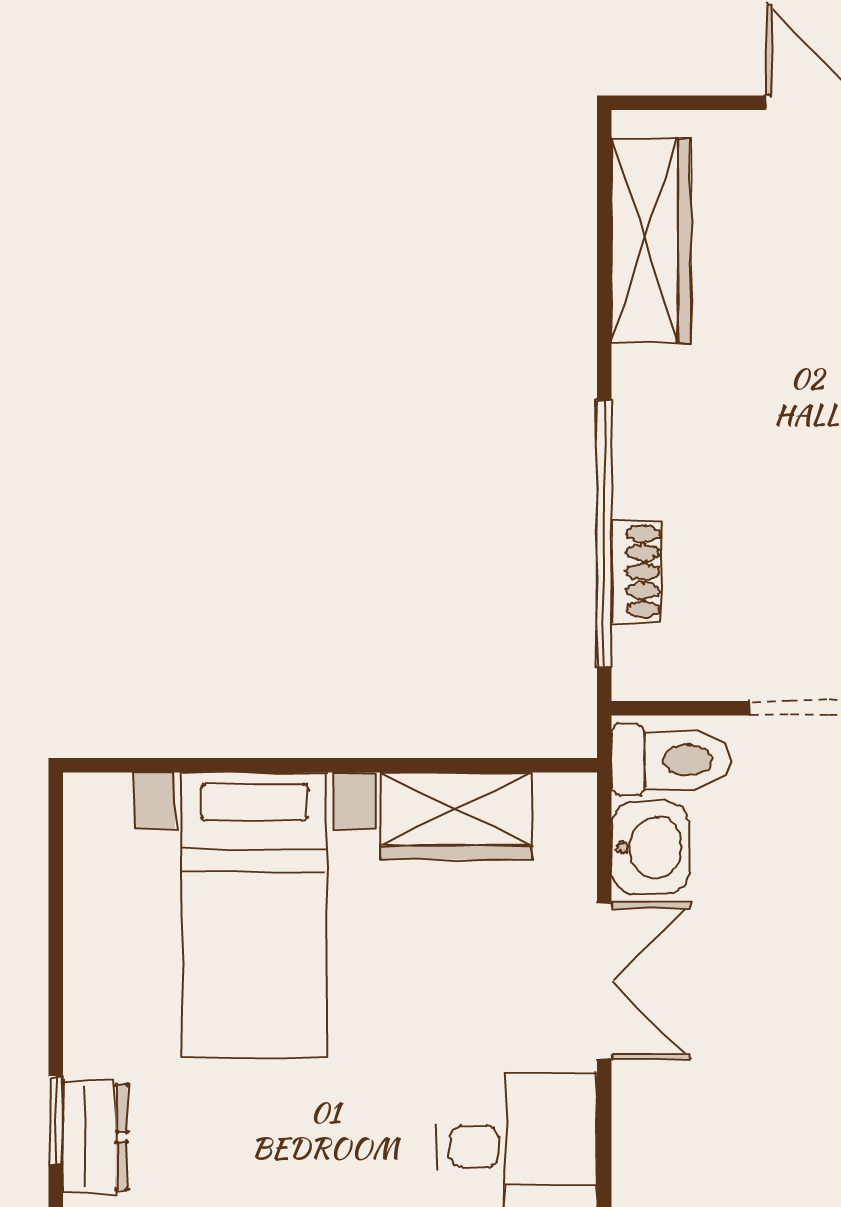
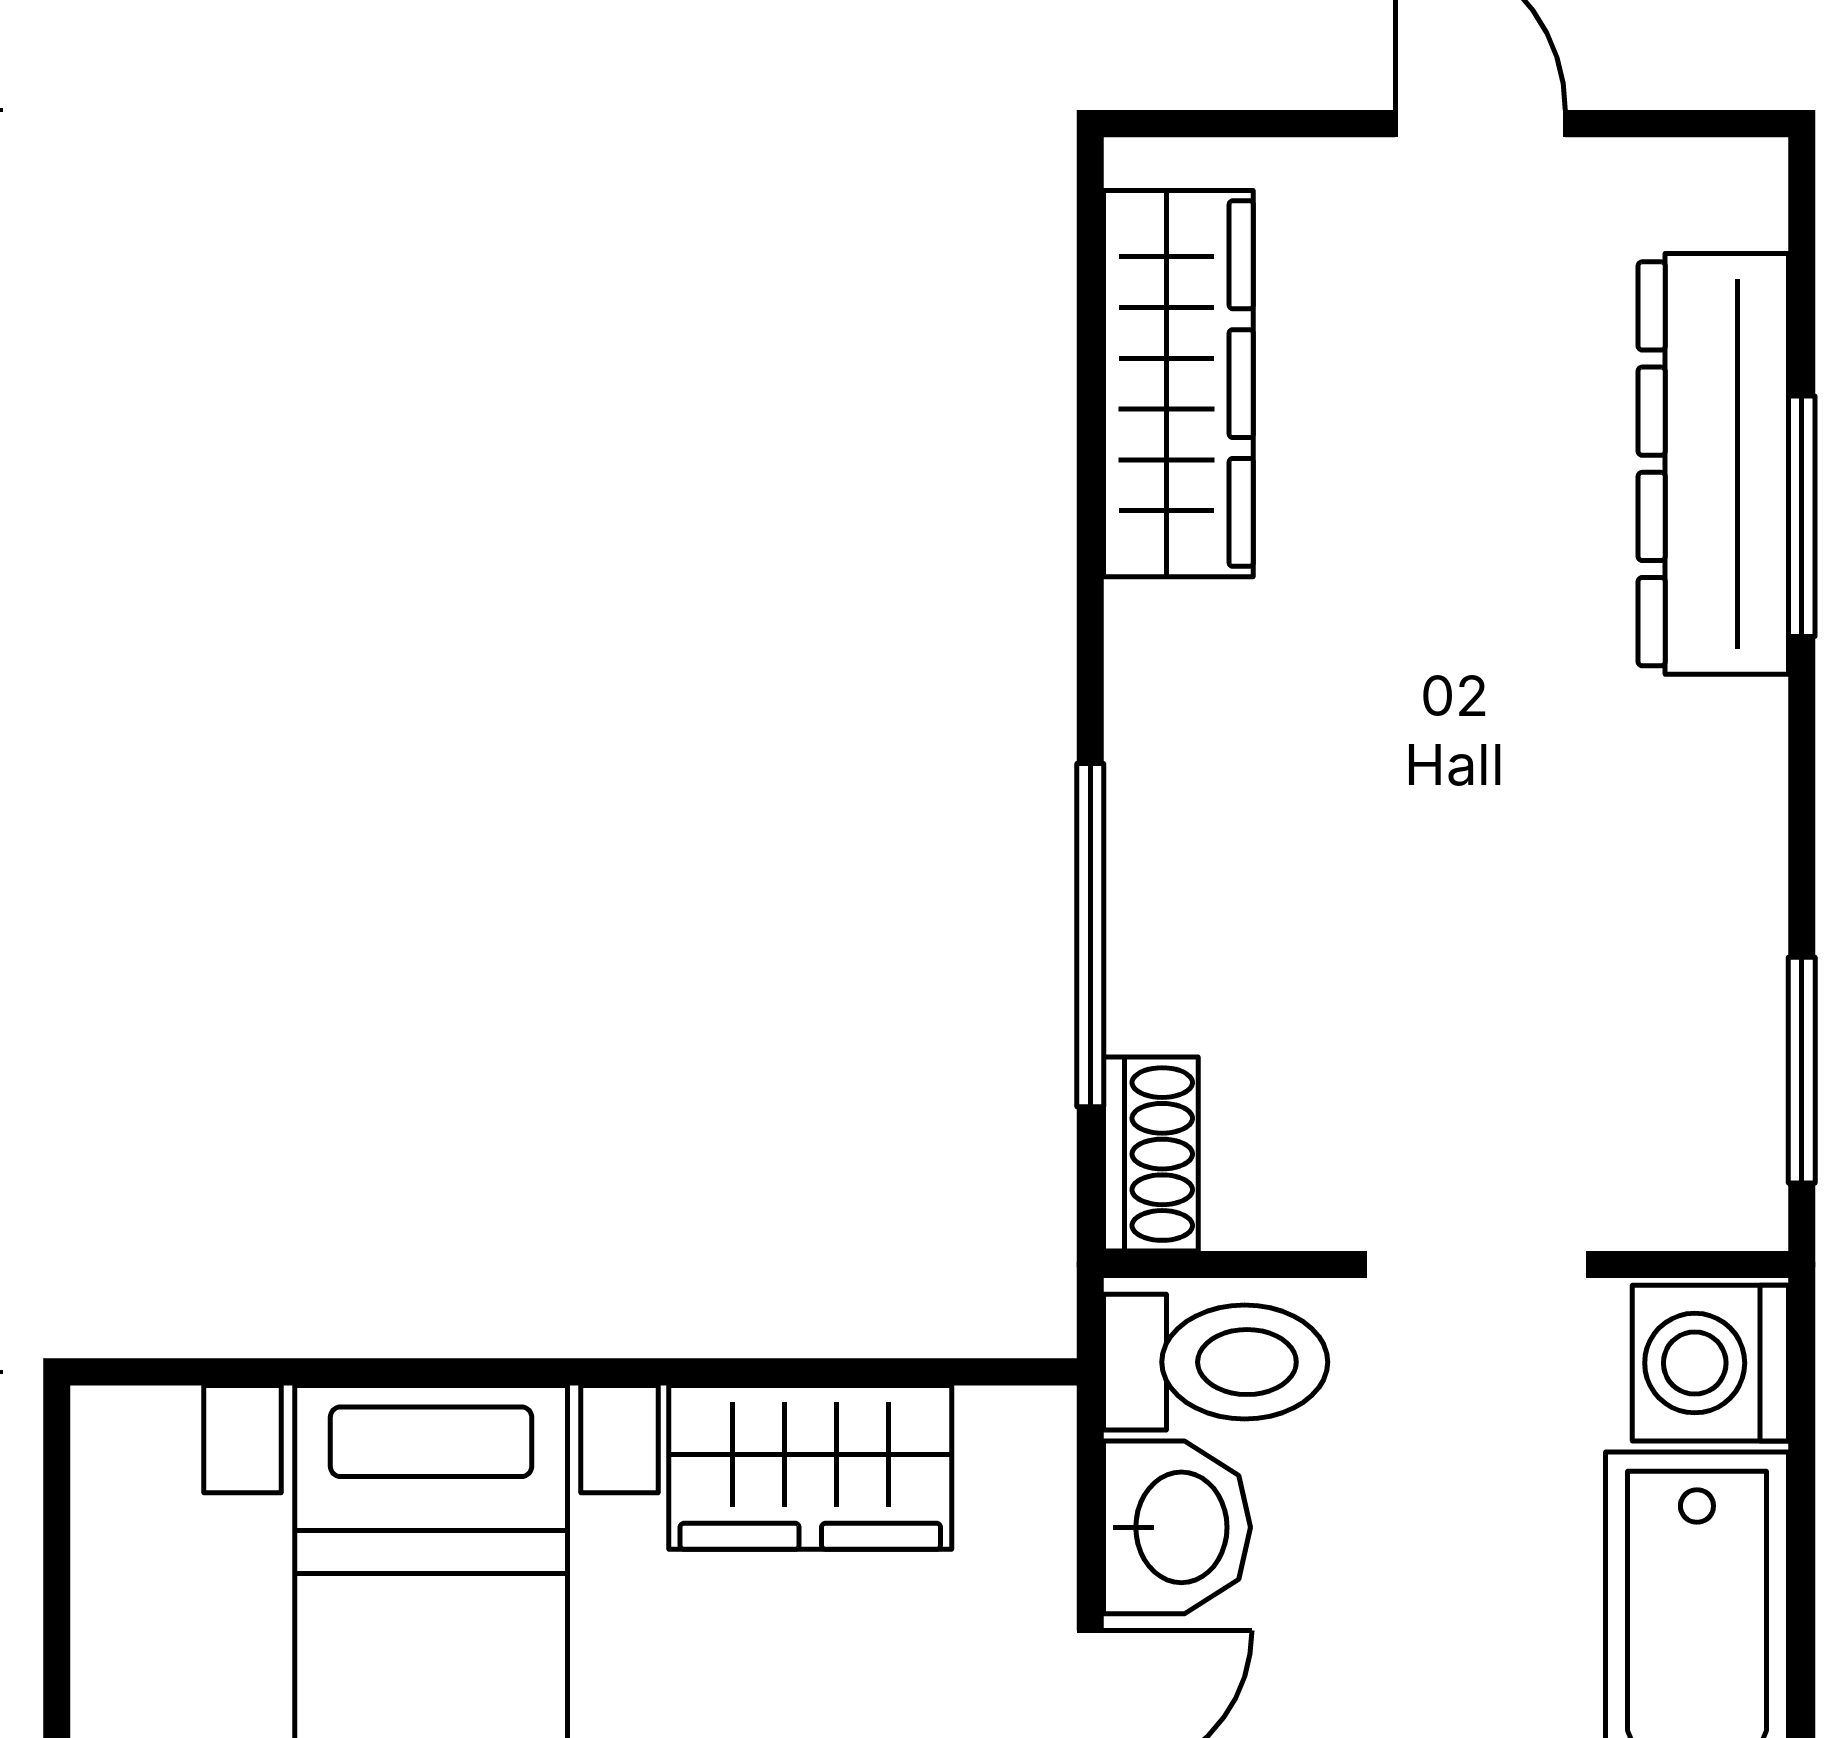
window: (604, 533) -> (1090, 935), width x0.68
shoe rack: (637, 571) -> (1151, 1154), moved

